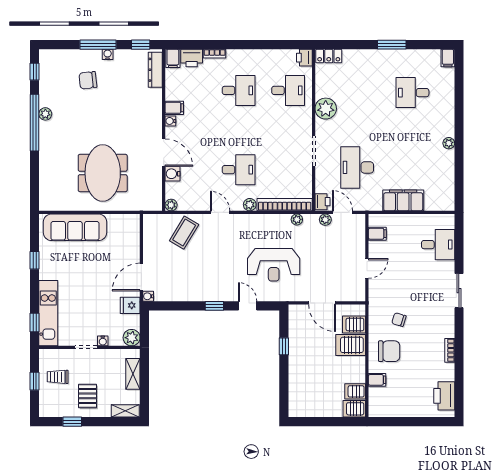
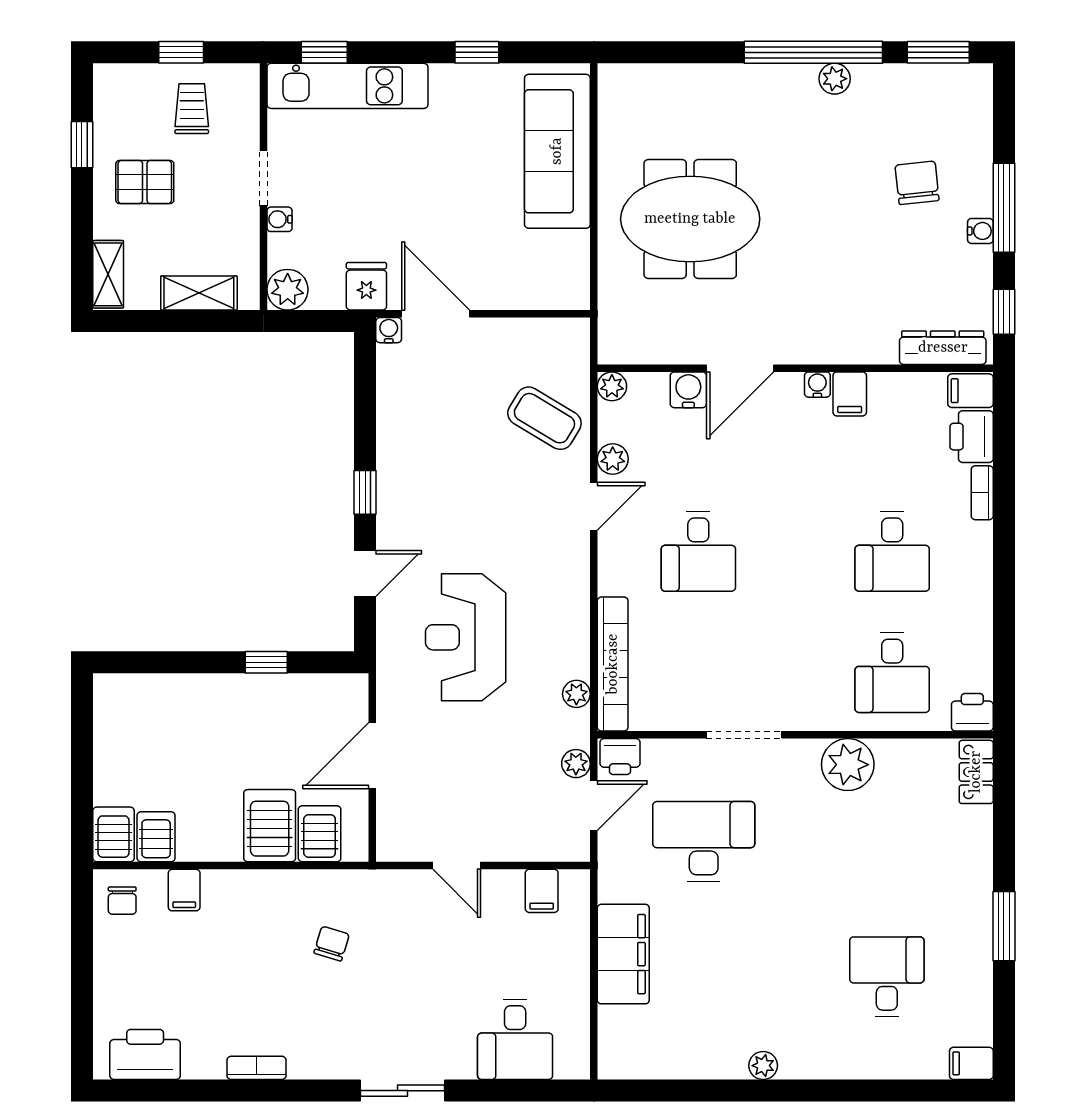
window: (35, 72) -> (938, 52), width x1.50
plant: (250, 205) -> (613, 459), moved
chair: (389, 351) -> (122, 901), moved, width x0.54, depth x0.54

